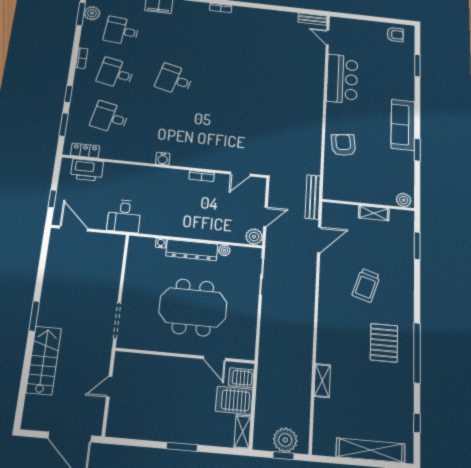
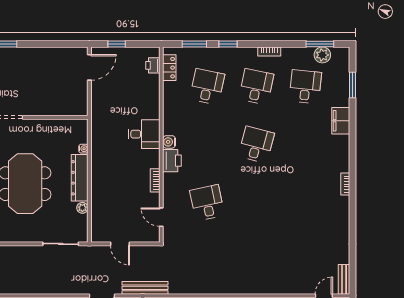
desk: (229, 130) -> (207, 203), added
printer: (182, 158) -> (172, 161), added
printer: (87, 170) -> (153, 65), width x0.53, depth x0.68
desk: (124, 216) -> (144, 134), moved, turned 180
plant: (254, 237) -> (99, 234), removed

